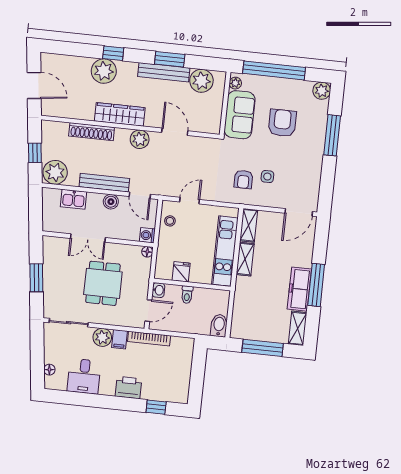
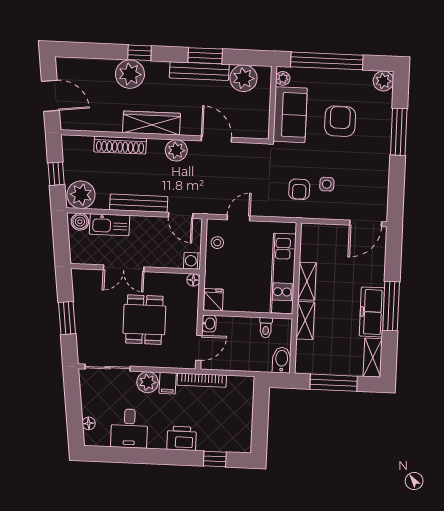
kitchen sink: (73, 199) -> (110, 225), width x1.38
boiler: (111, 202) -> (80, 222), moved
shelving: (249, 225) -> (305, 320), moved
fridge: (181, 272) -> (214, 300), moved
toilet: (187, 295) -> (266, 328), moved

